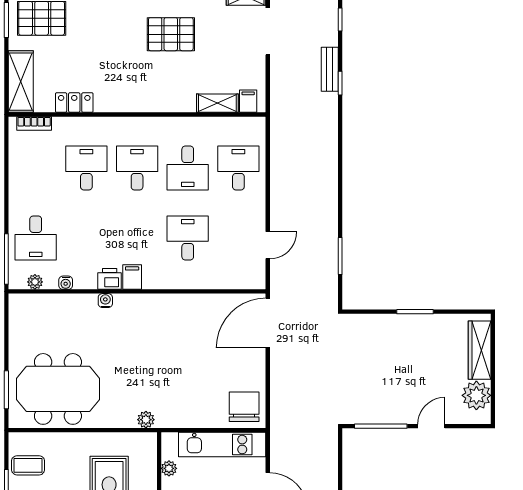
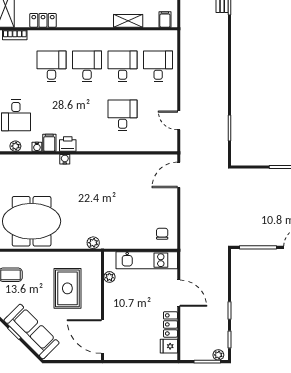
shelving: (217, 103) -> (128, 21), moved
desk: (188, 168) -> (123, 66), turned 180
door: (268, 245) -> (179, 120), swing flipped
filing cabinet: (132, 277) -> (49, 143), moved
door: (268, 323) -> (179, 175), width x0.73
chair: (244, 407) -> (162, 234), width x0.54, depth x0.54

